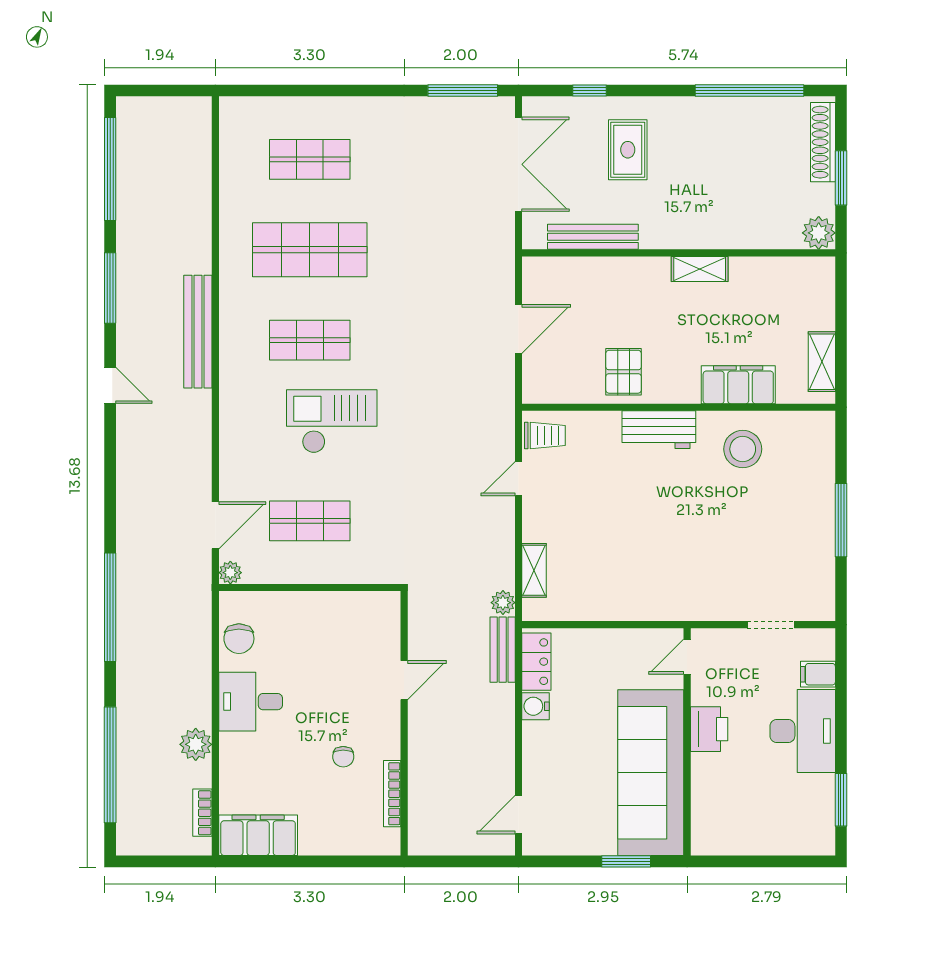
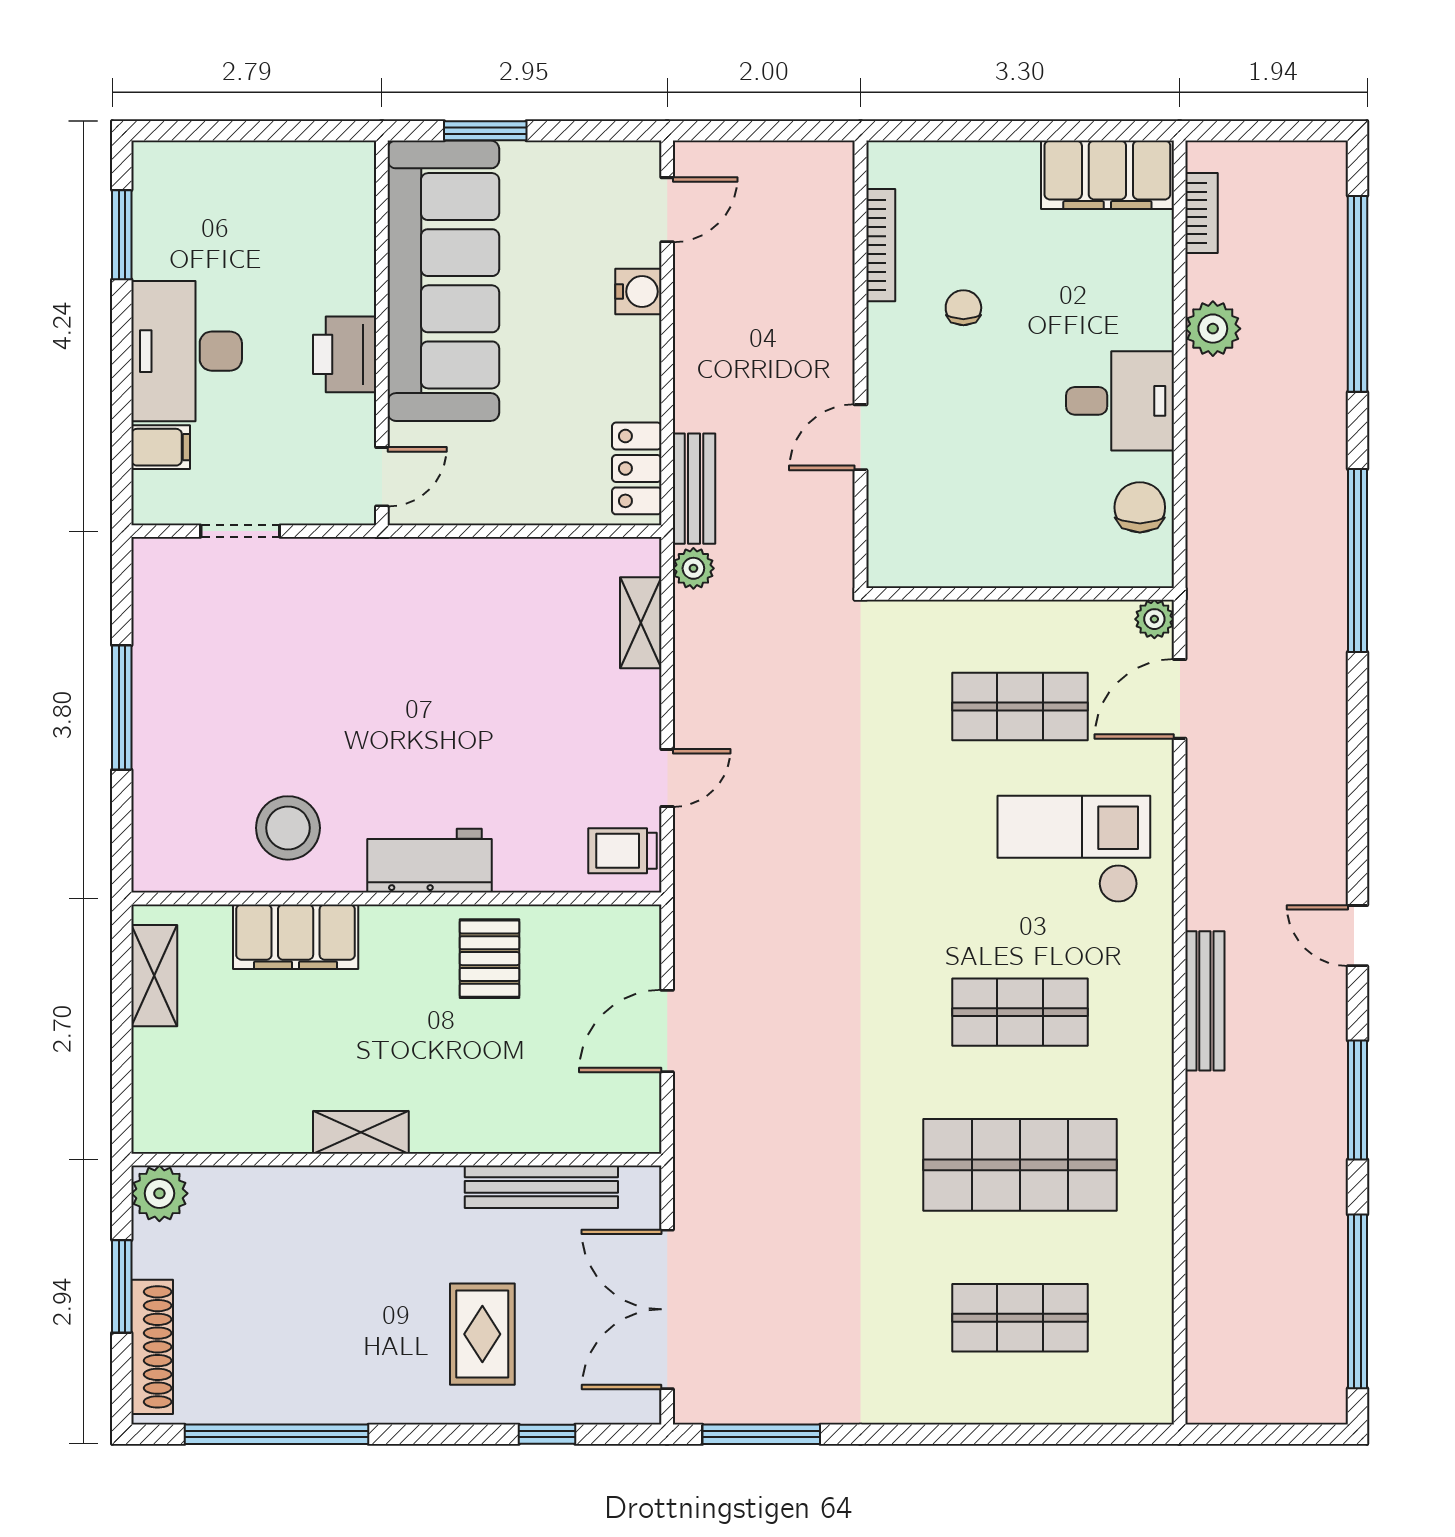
bench: (198, 332) -> (1205, 1001), width x0.73, depth x0.82
checkout: (332, 421) -> (1074, 849), moved, turned 180
water cooler: (535, 706) -> (638, 292), moved

